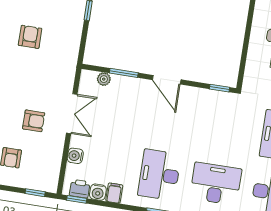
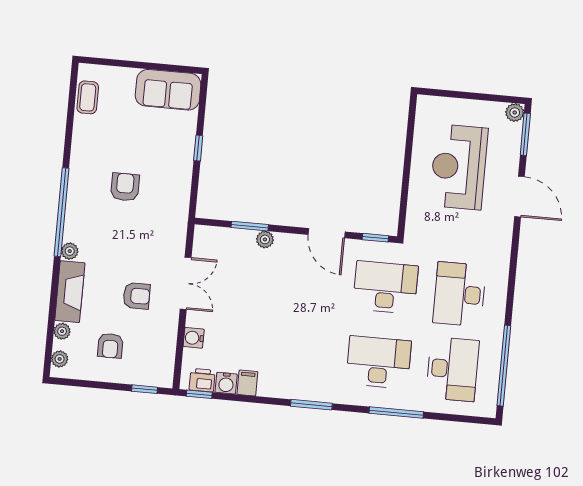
plant: (104, 79) -> (265, 239), moved
door: (167, 80) -> (327, 233), moved
desk: (159, 175) -> (385, 287), moved, turned 90

